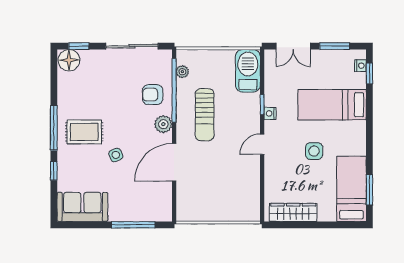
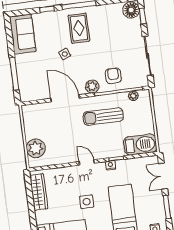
plant: (235, 209) -> (36, 148), added

